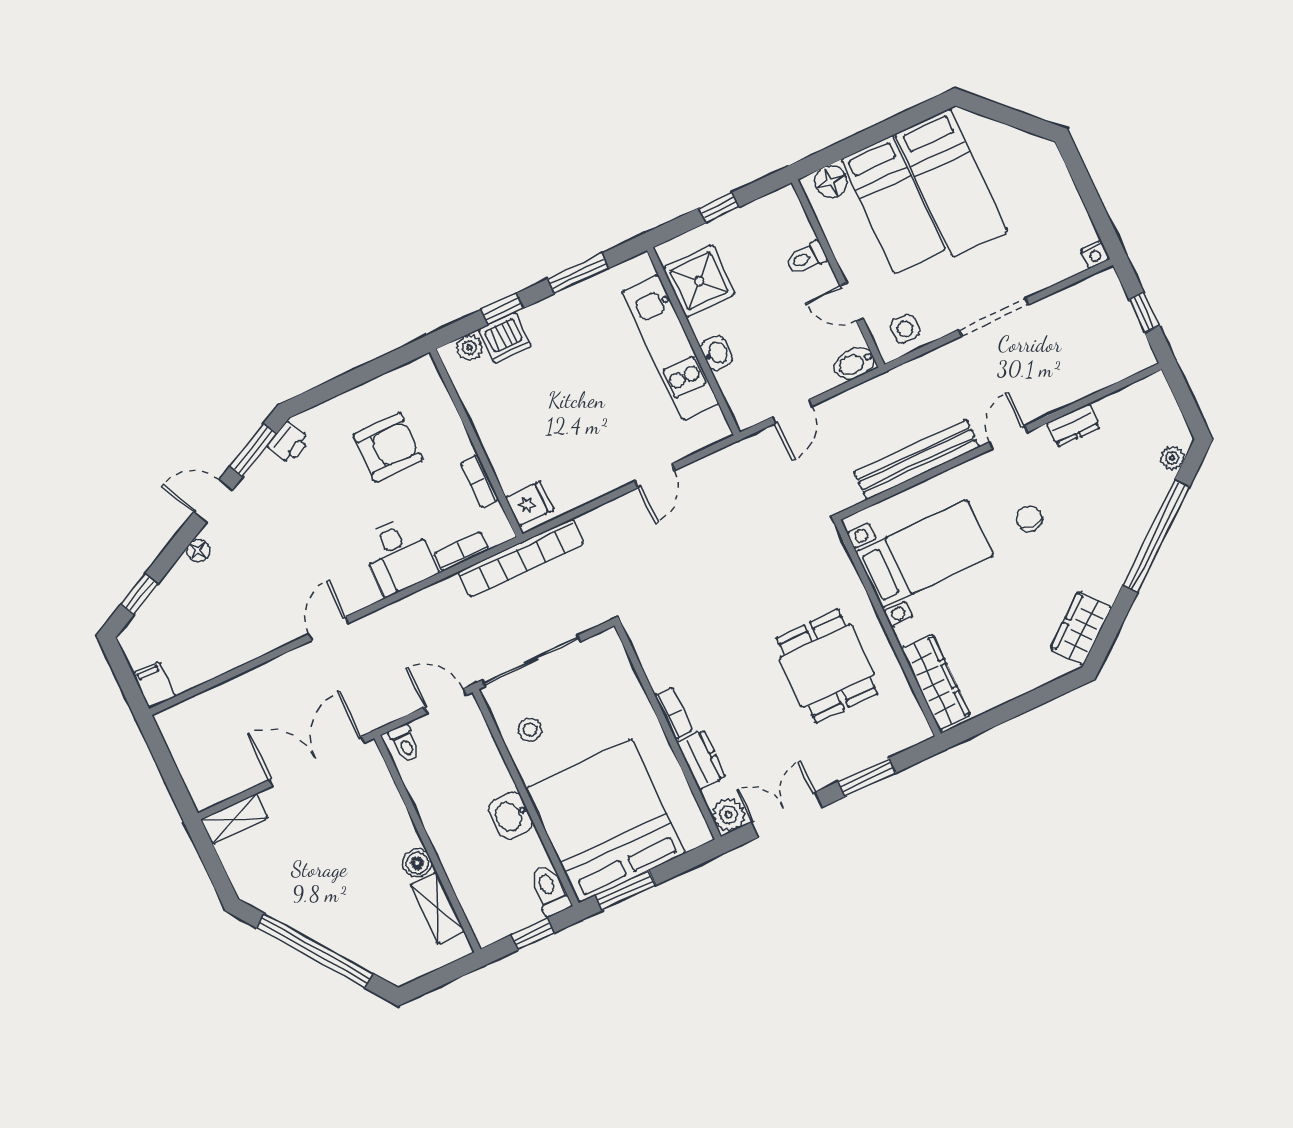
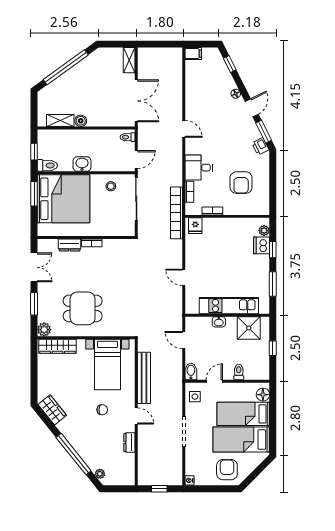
armchair: (1032, 183) -> (227, 470), added
plant: (729, 815) -> (44, 330), moved

